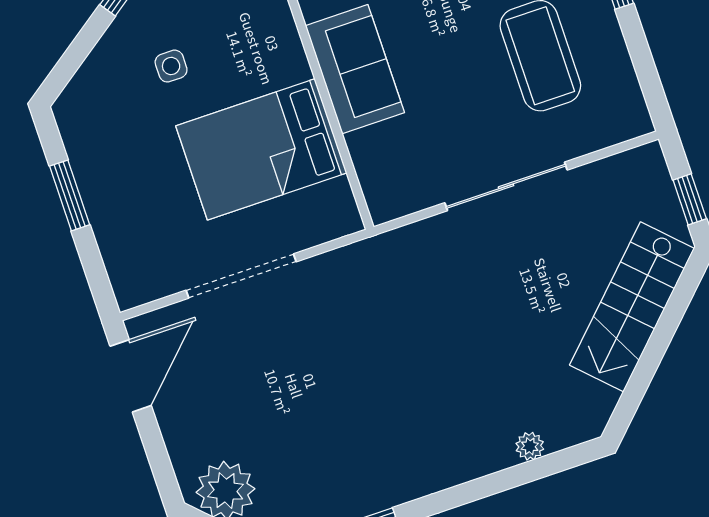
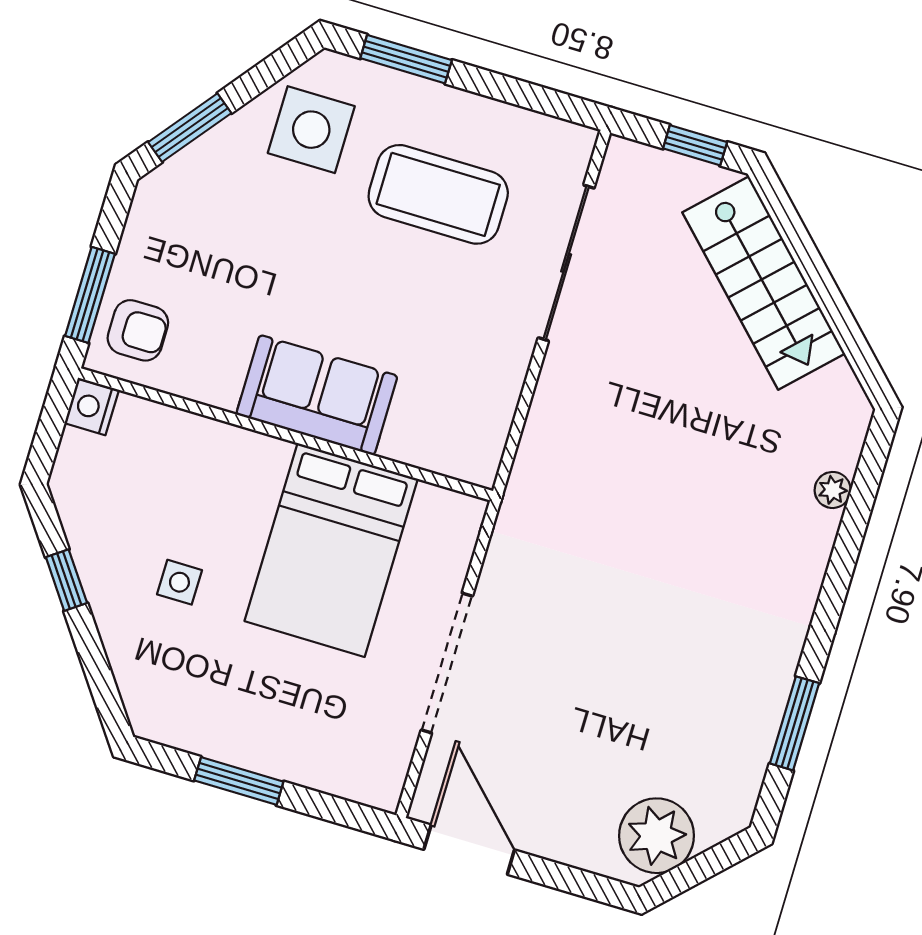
sliding door: (506, 186) -> (566, 263), moved

